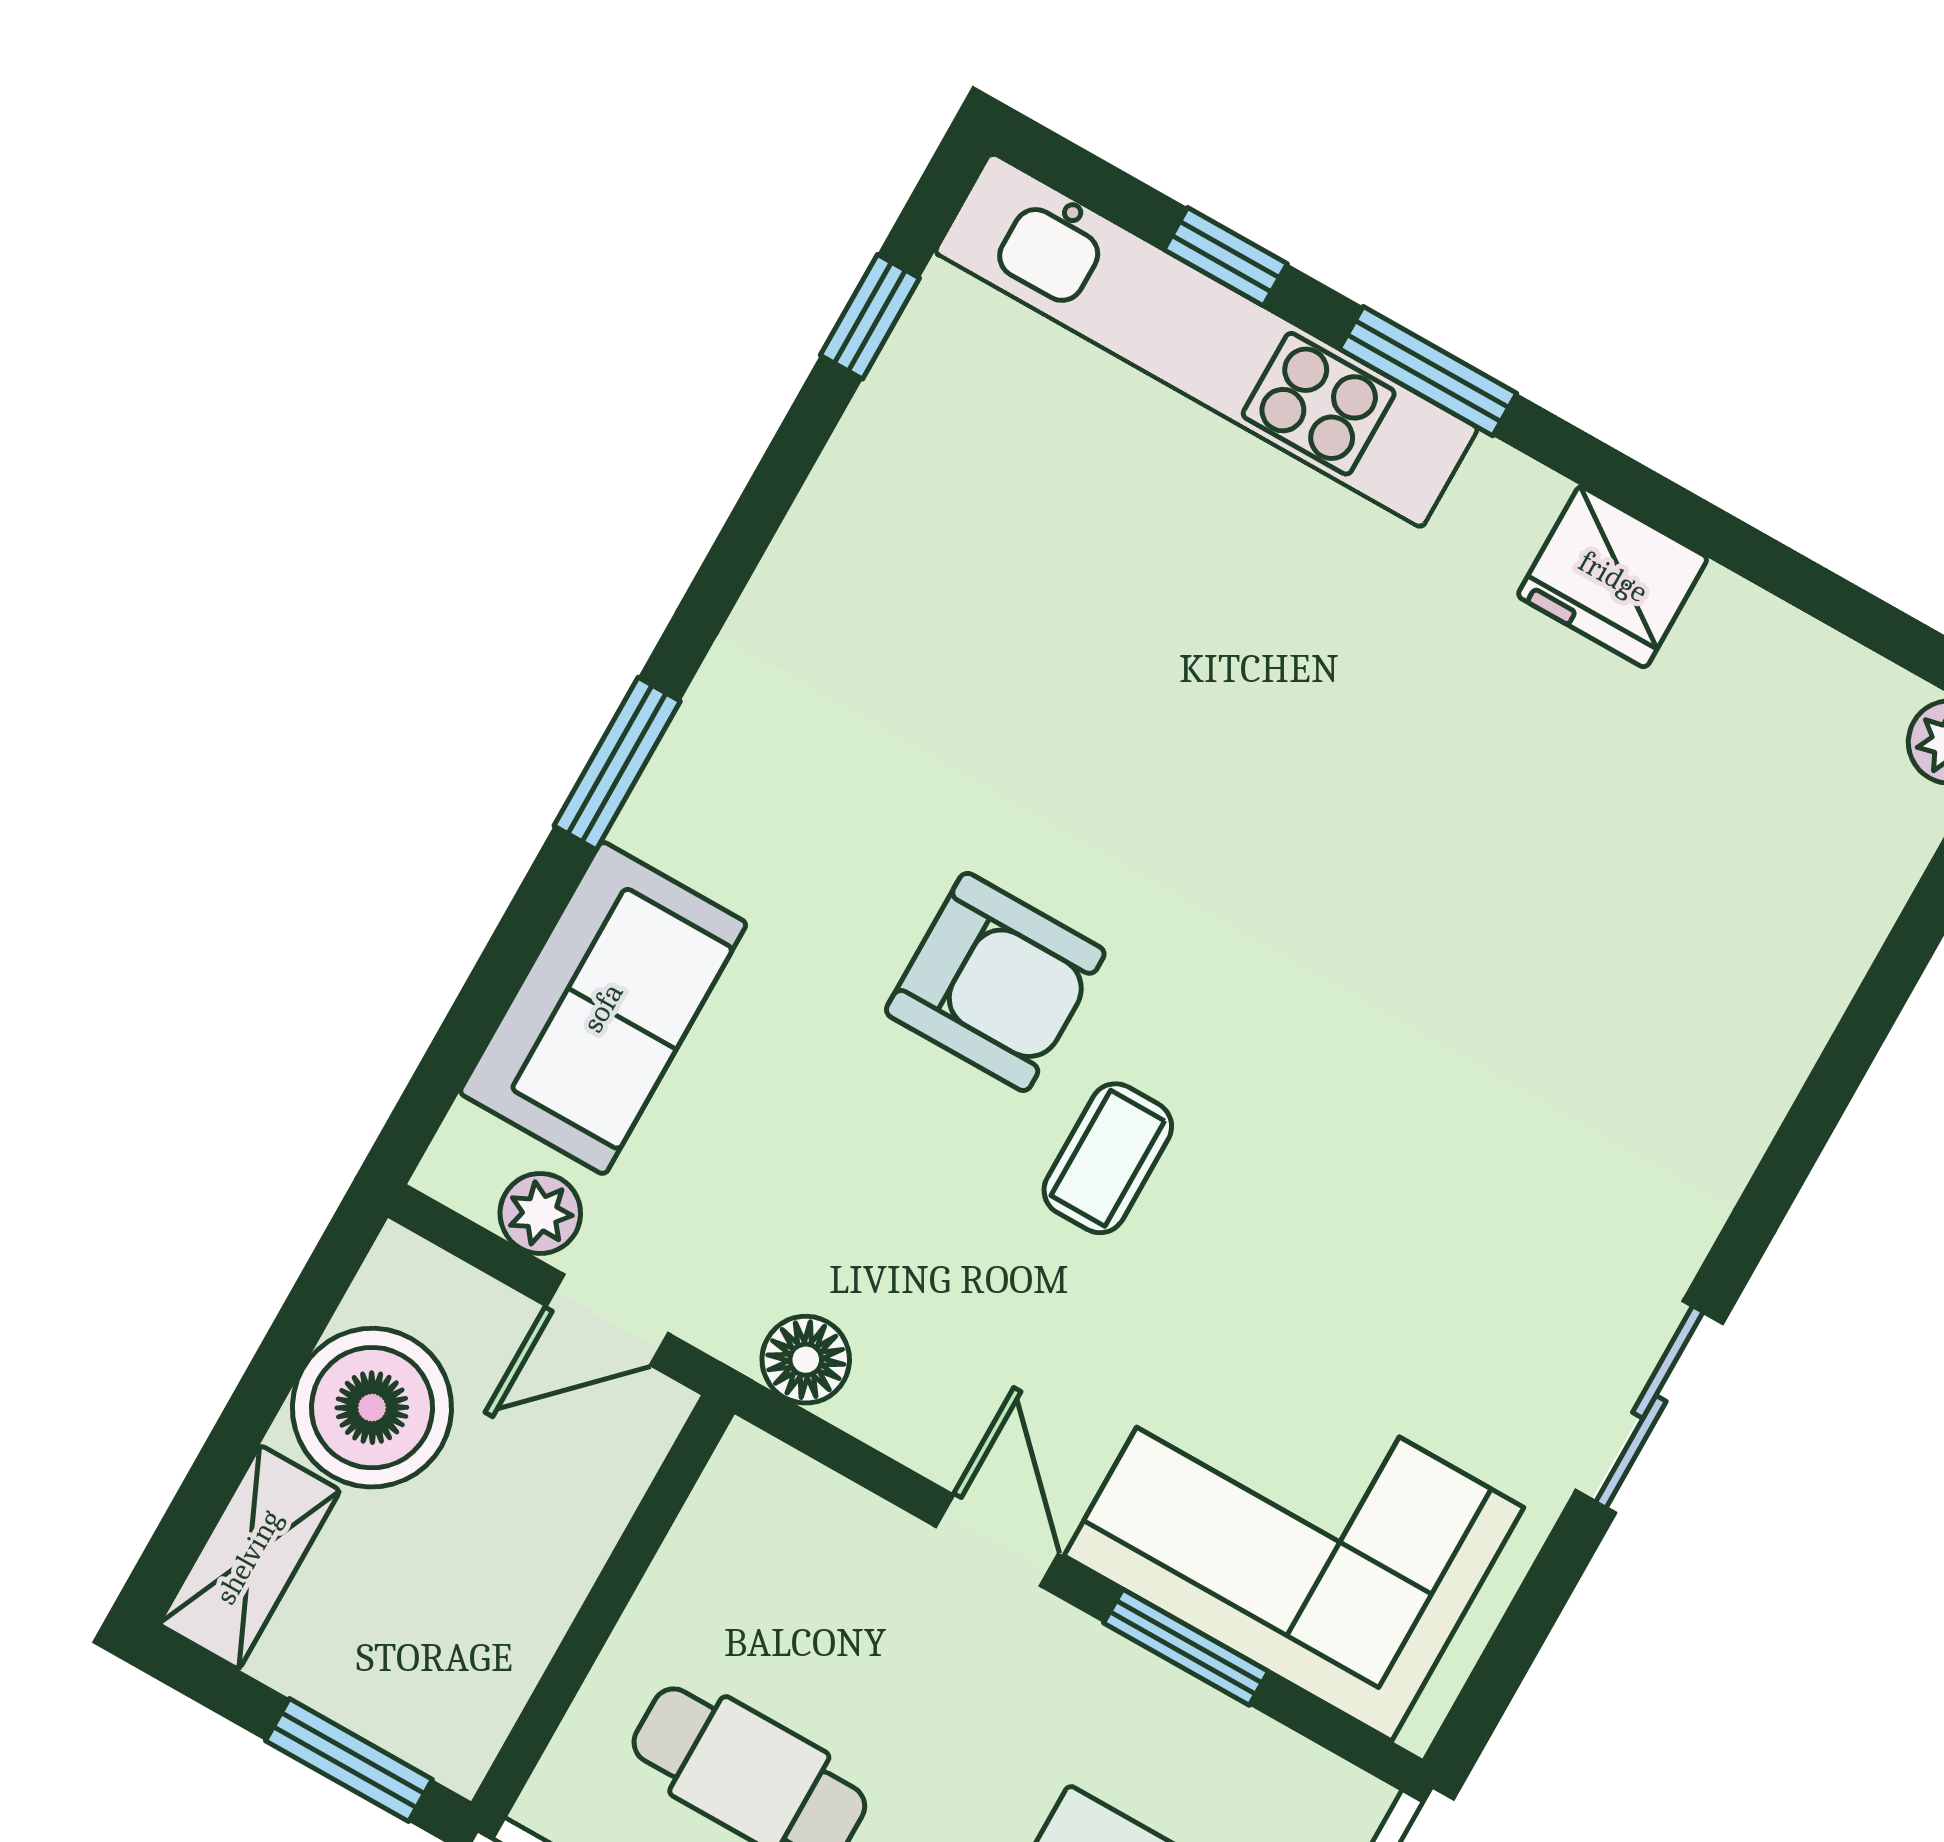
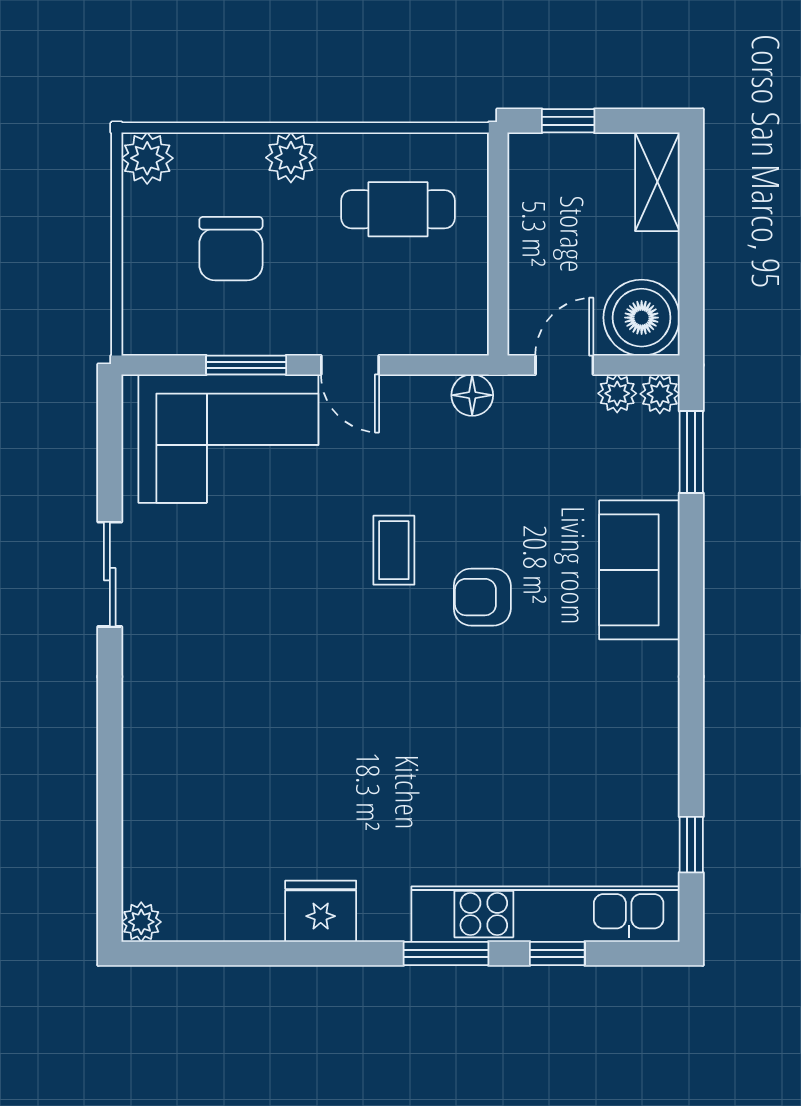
window: (617, 764) -> (691, 452), moved
armchair: (995, 982) -> (482, 597), width x0.72, depth x0.72
sofa: (603, 1008) -> (639, 570), moved
plant: (463, 1169) -> (660, 394), added
boiler: (372, 1408) -> (642, 318), moved
window: (349, 1760) -> (568, 121), width x0.67

